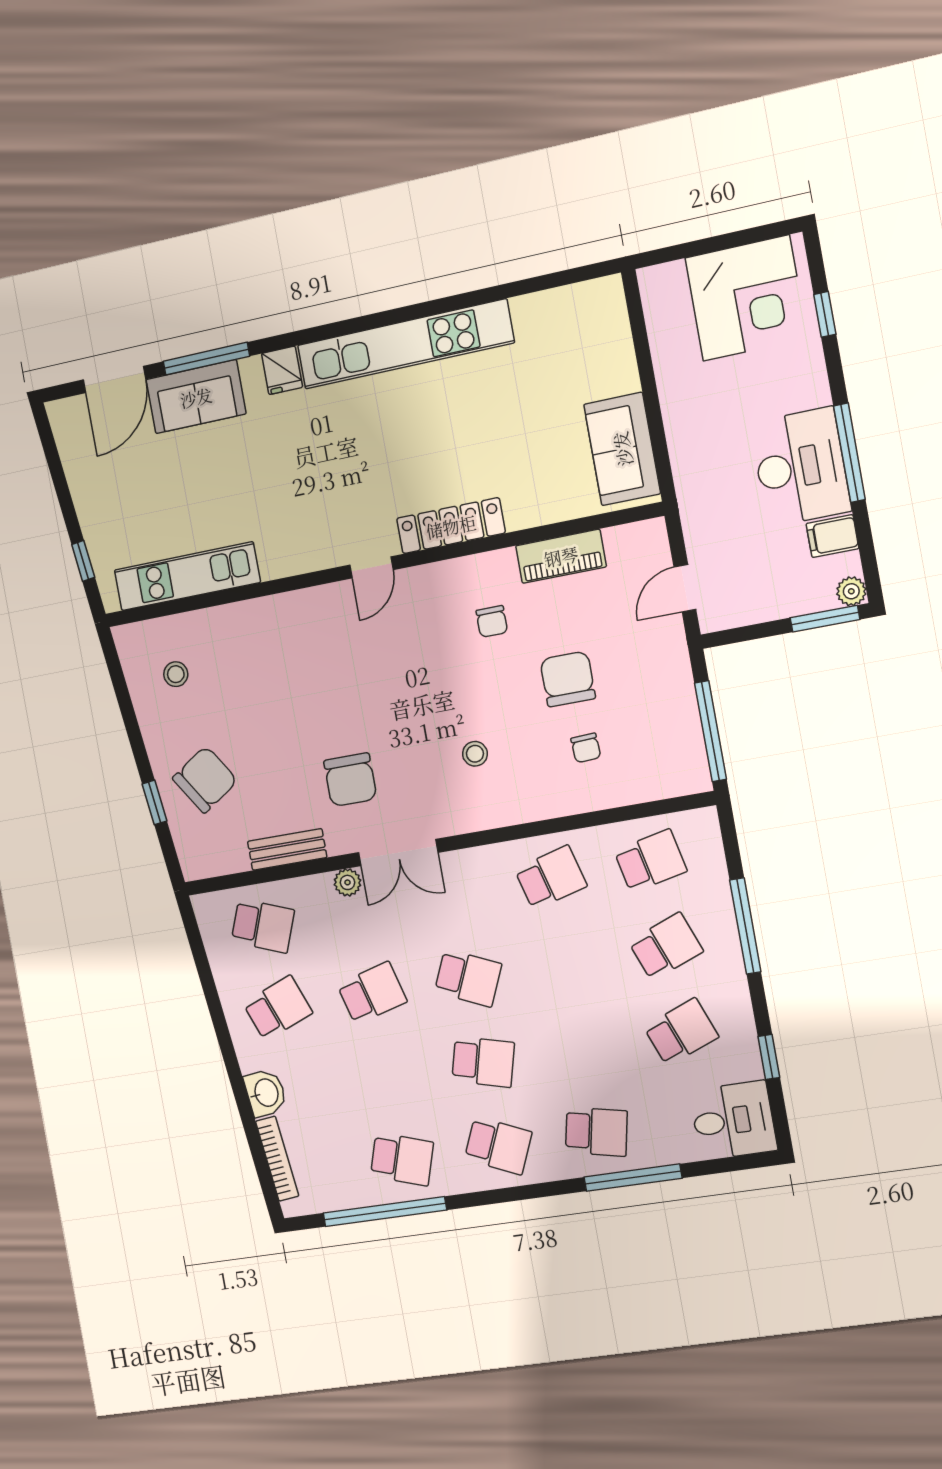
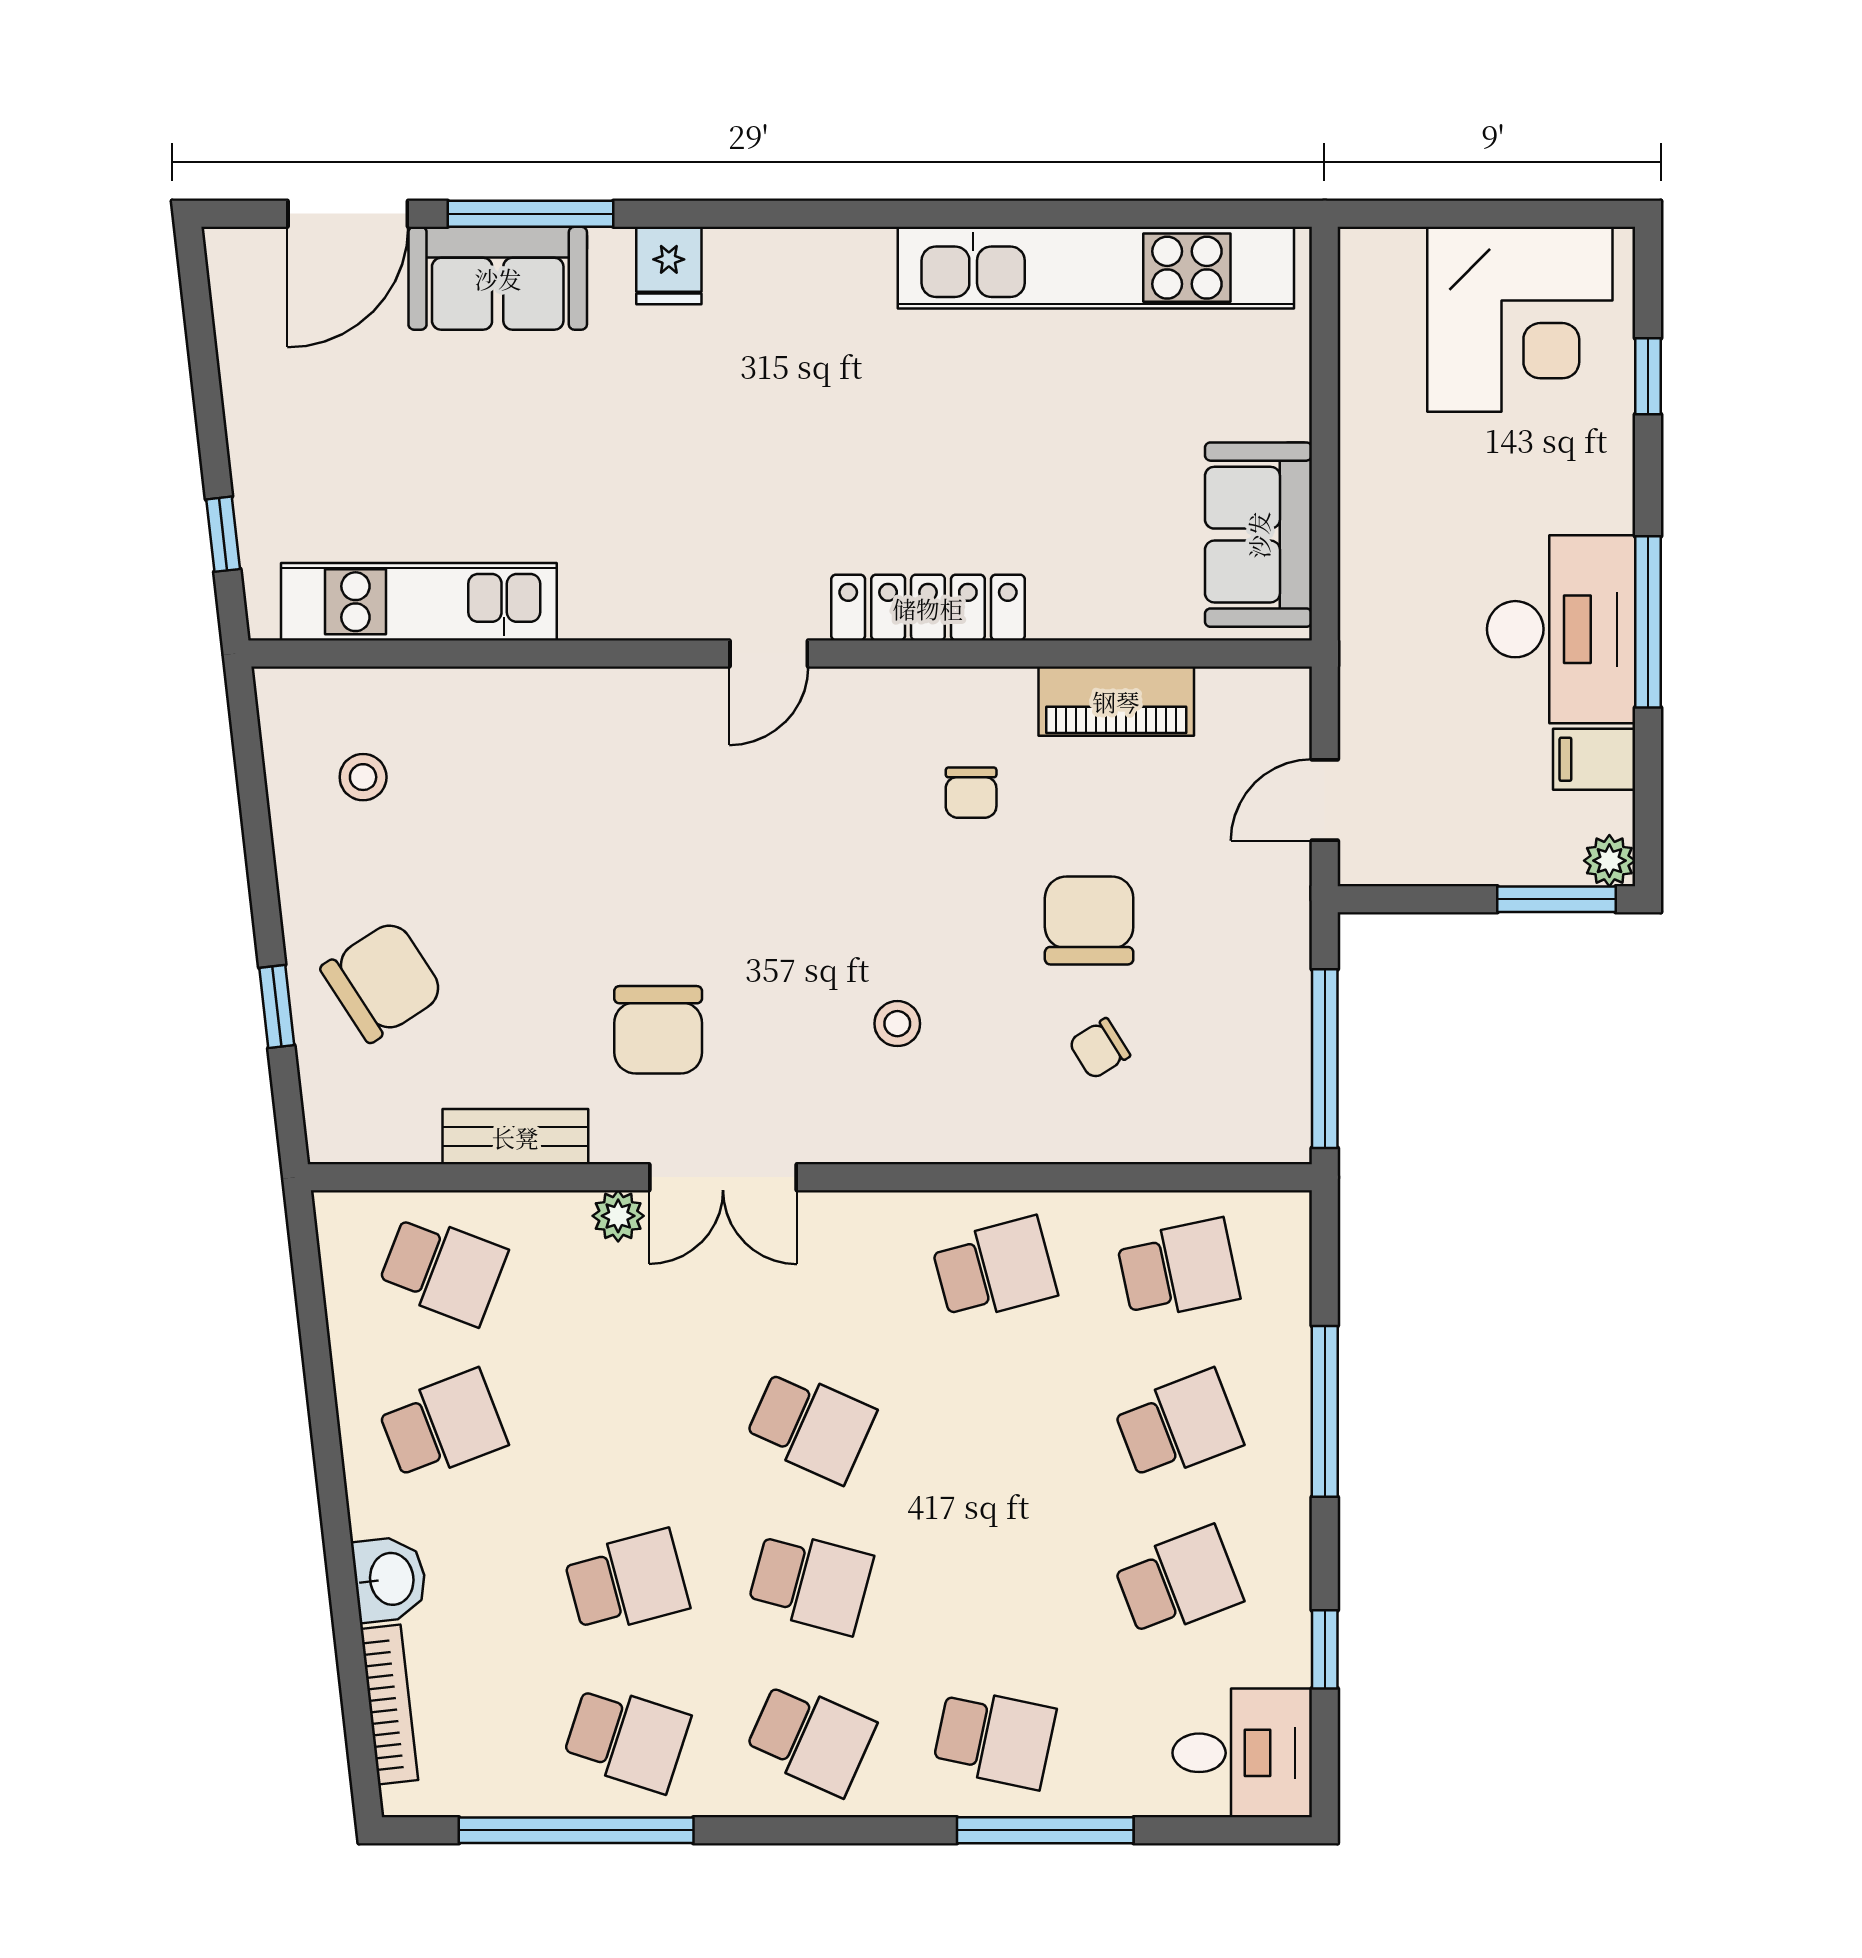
kitchen unit: (405, 344) -> (1096, 268), moved
chair: (586, 748) -> (1099, 1049), turned 61
school desk: (372, 993) -> (627, 1582), moved

